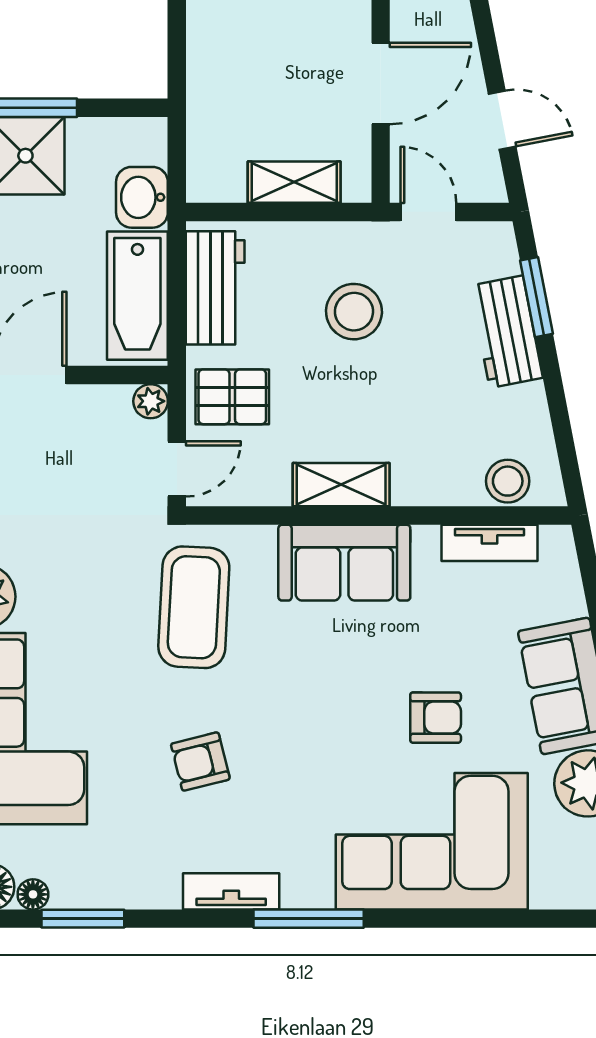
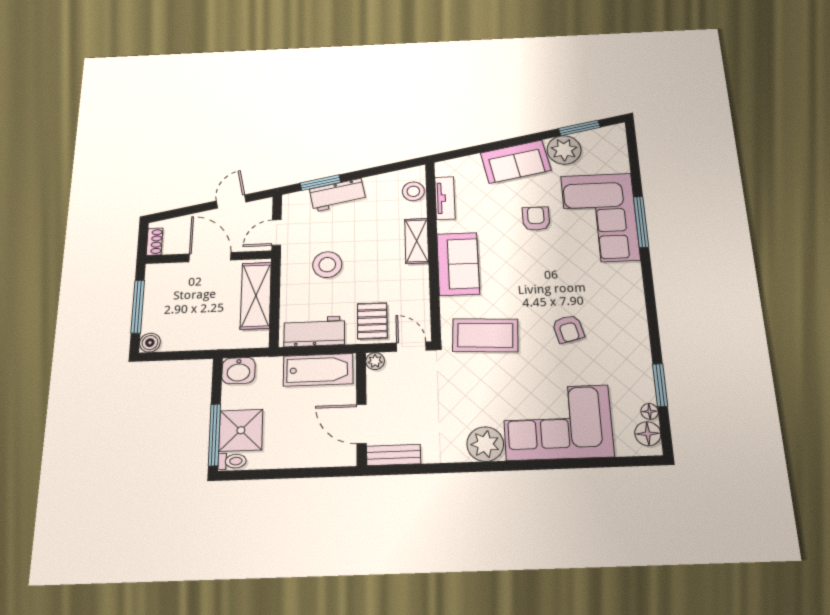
shelving: (294, 182) -> (256, 296), width x1.50, depth x1.33
washbasin: (142, 197) -> (239, 371), moved
shelving: (341, 485) -> (417, 241), moved
tv unit: (231, 891) -> (637, 311), removed
window: (309, 919) -> (641, 222), moved

